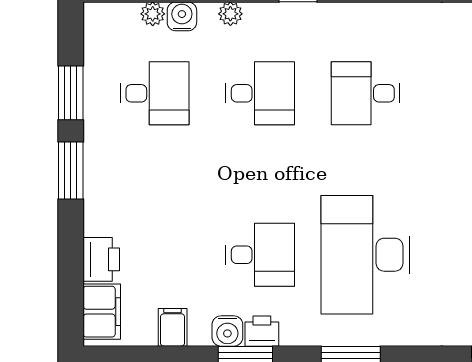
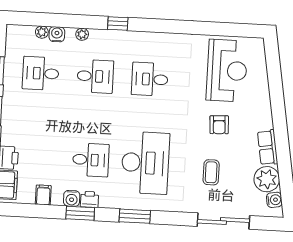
desk: (155, 93) -> (41, 73), turned 180
desk: (366, 255) -> (145, 163), turned 180

